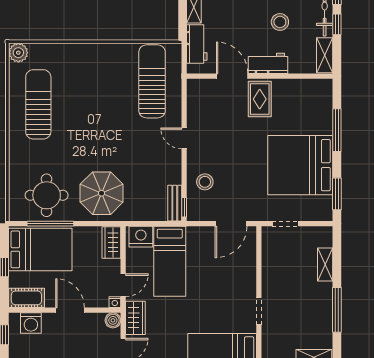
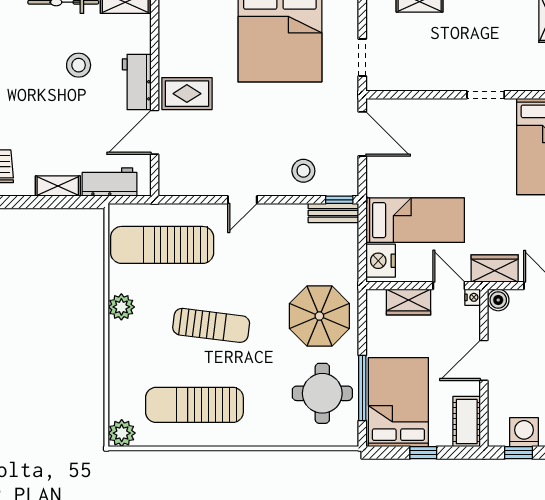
plant: (108, 52) -> (121, 307), added
sun lounger: (95, 116) -> (211, 325), added
wardrobe: (111, 242) -> (408, 302), moved
washing machine: (31, 323) -> (524, 432), moved, turned -90

